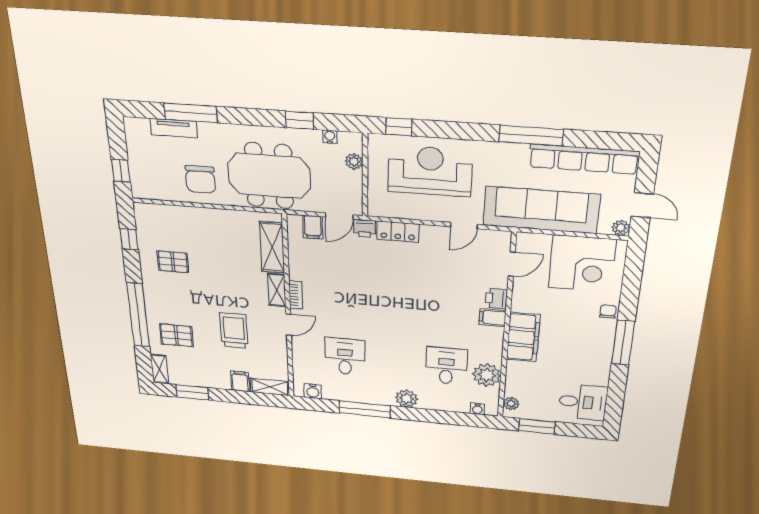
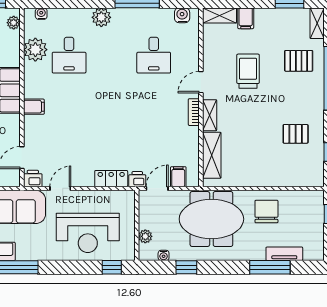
printer: (496, 299) -> (33, 179), moved, turned -90
trolley: (234, 330) -> (248, 71), turned 180

